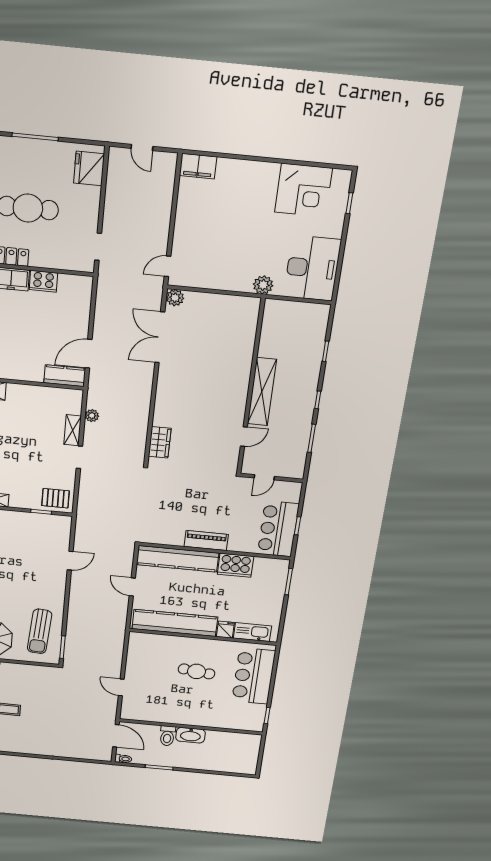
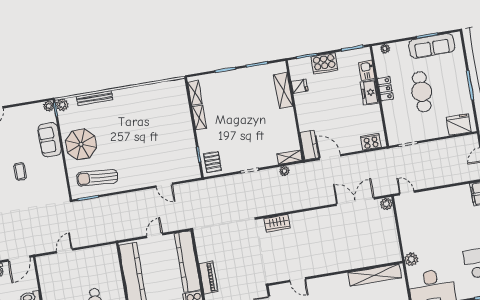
cooker: (43, 281) -> (371, 142), moved, turned 90
shelving: (262, 392) -> (375, 275), moved
shelving: (73, 430) -> (290, 157), moved

